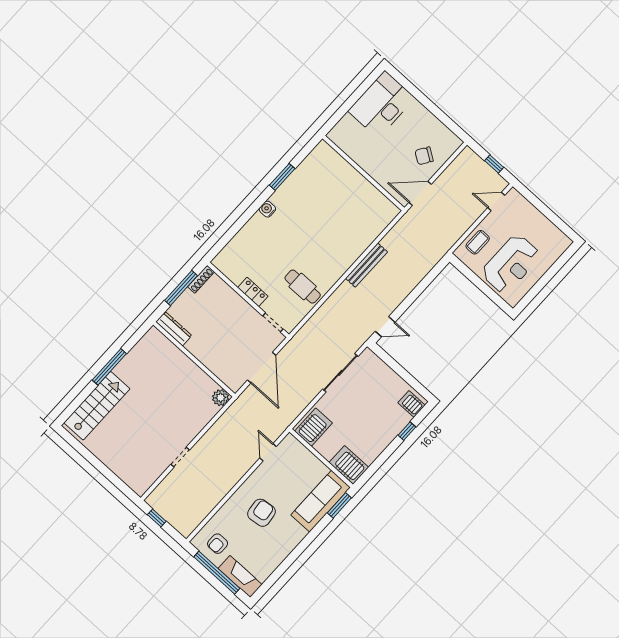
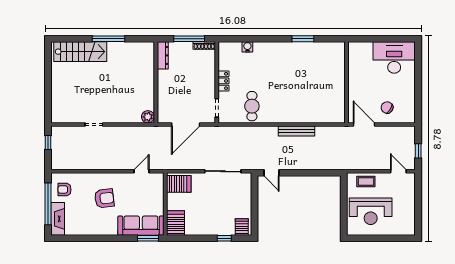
water cooler: (267, 209) -> (247, 47), moved

